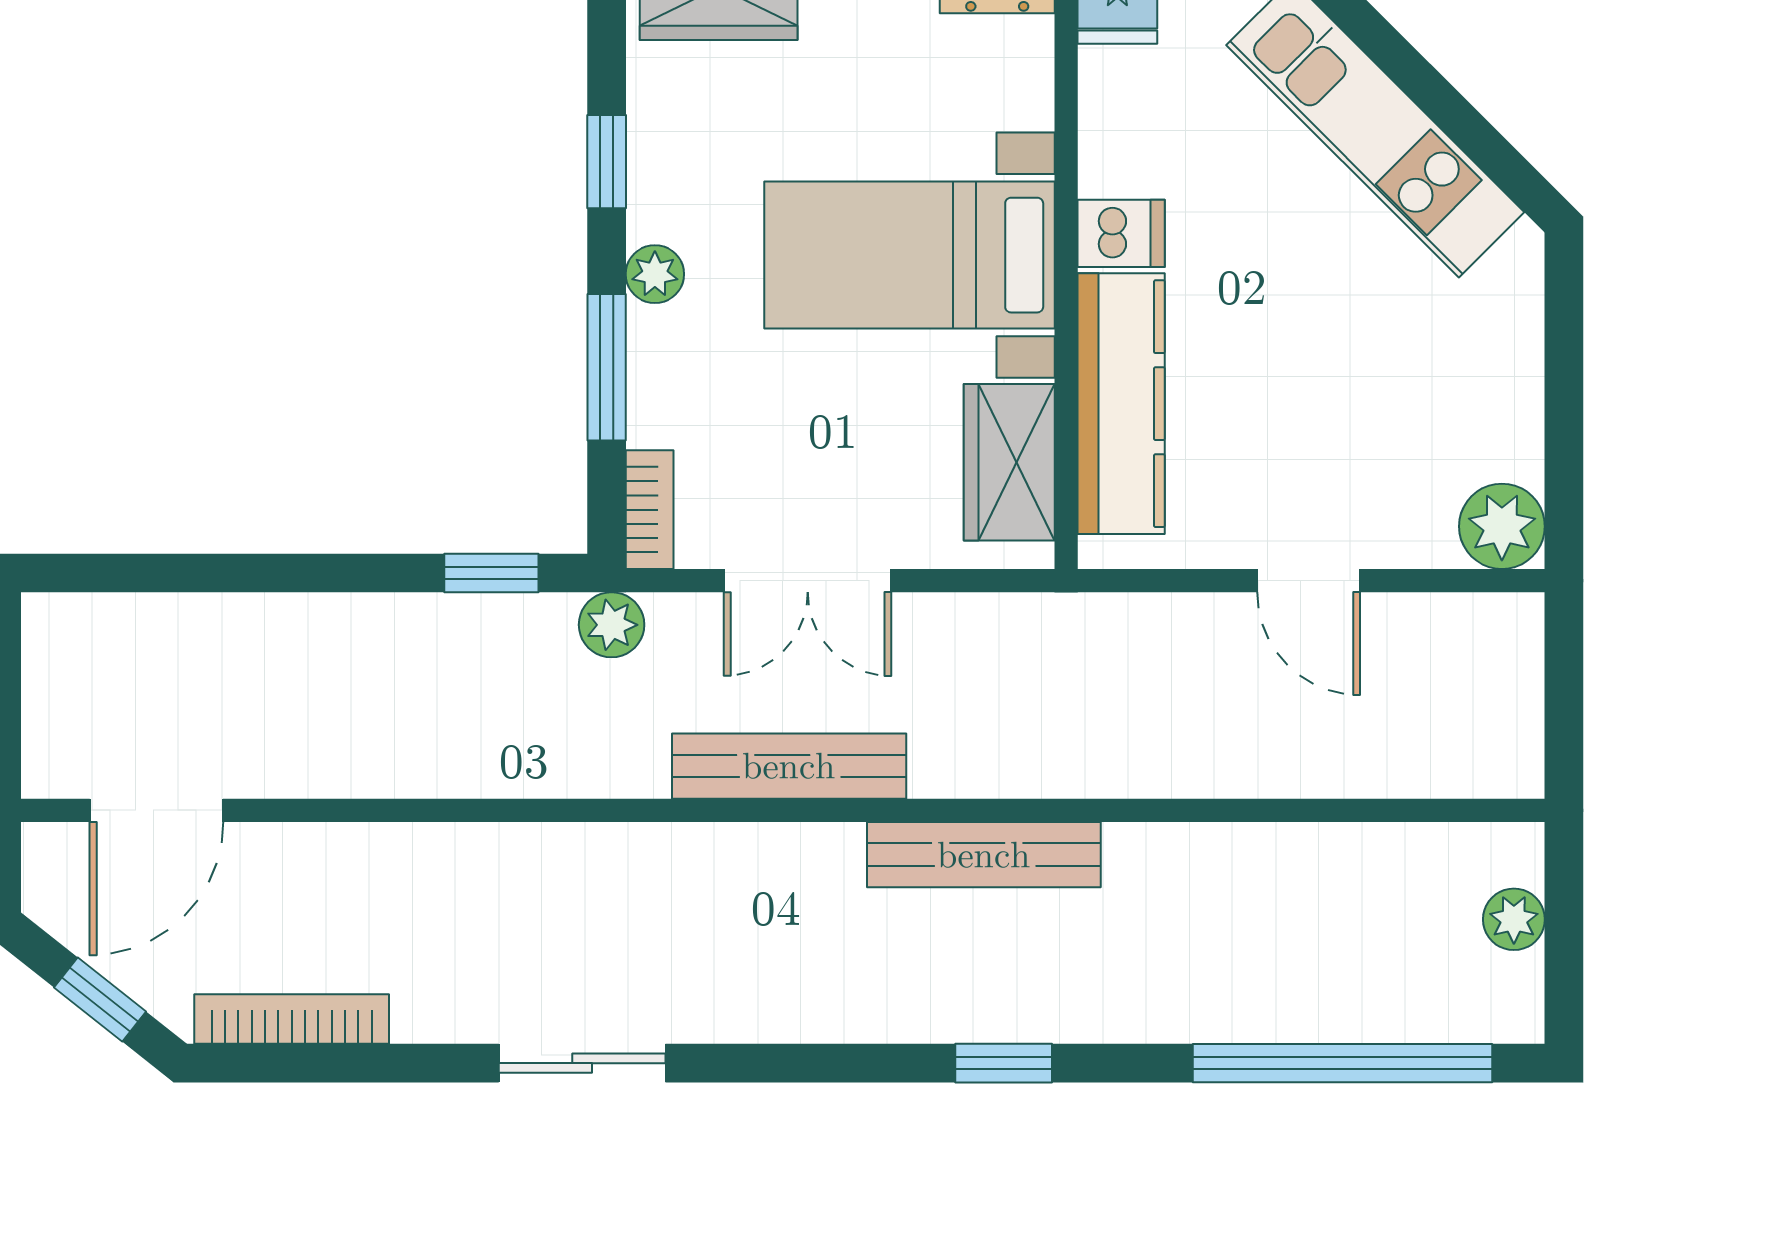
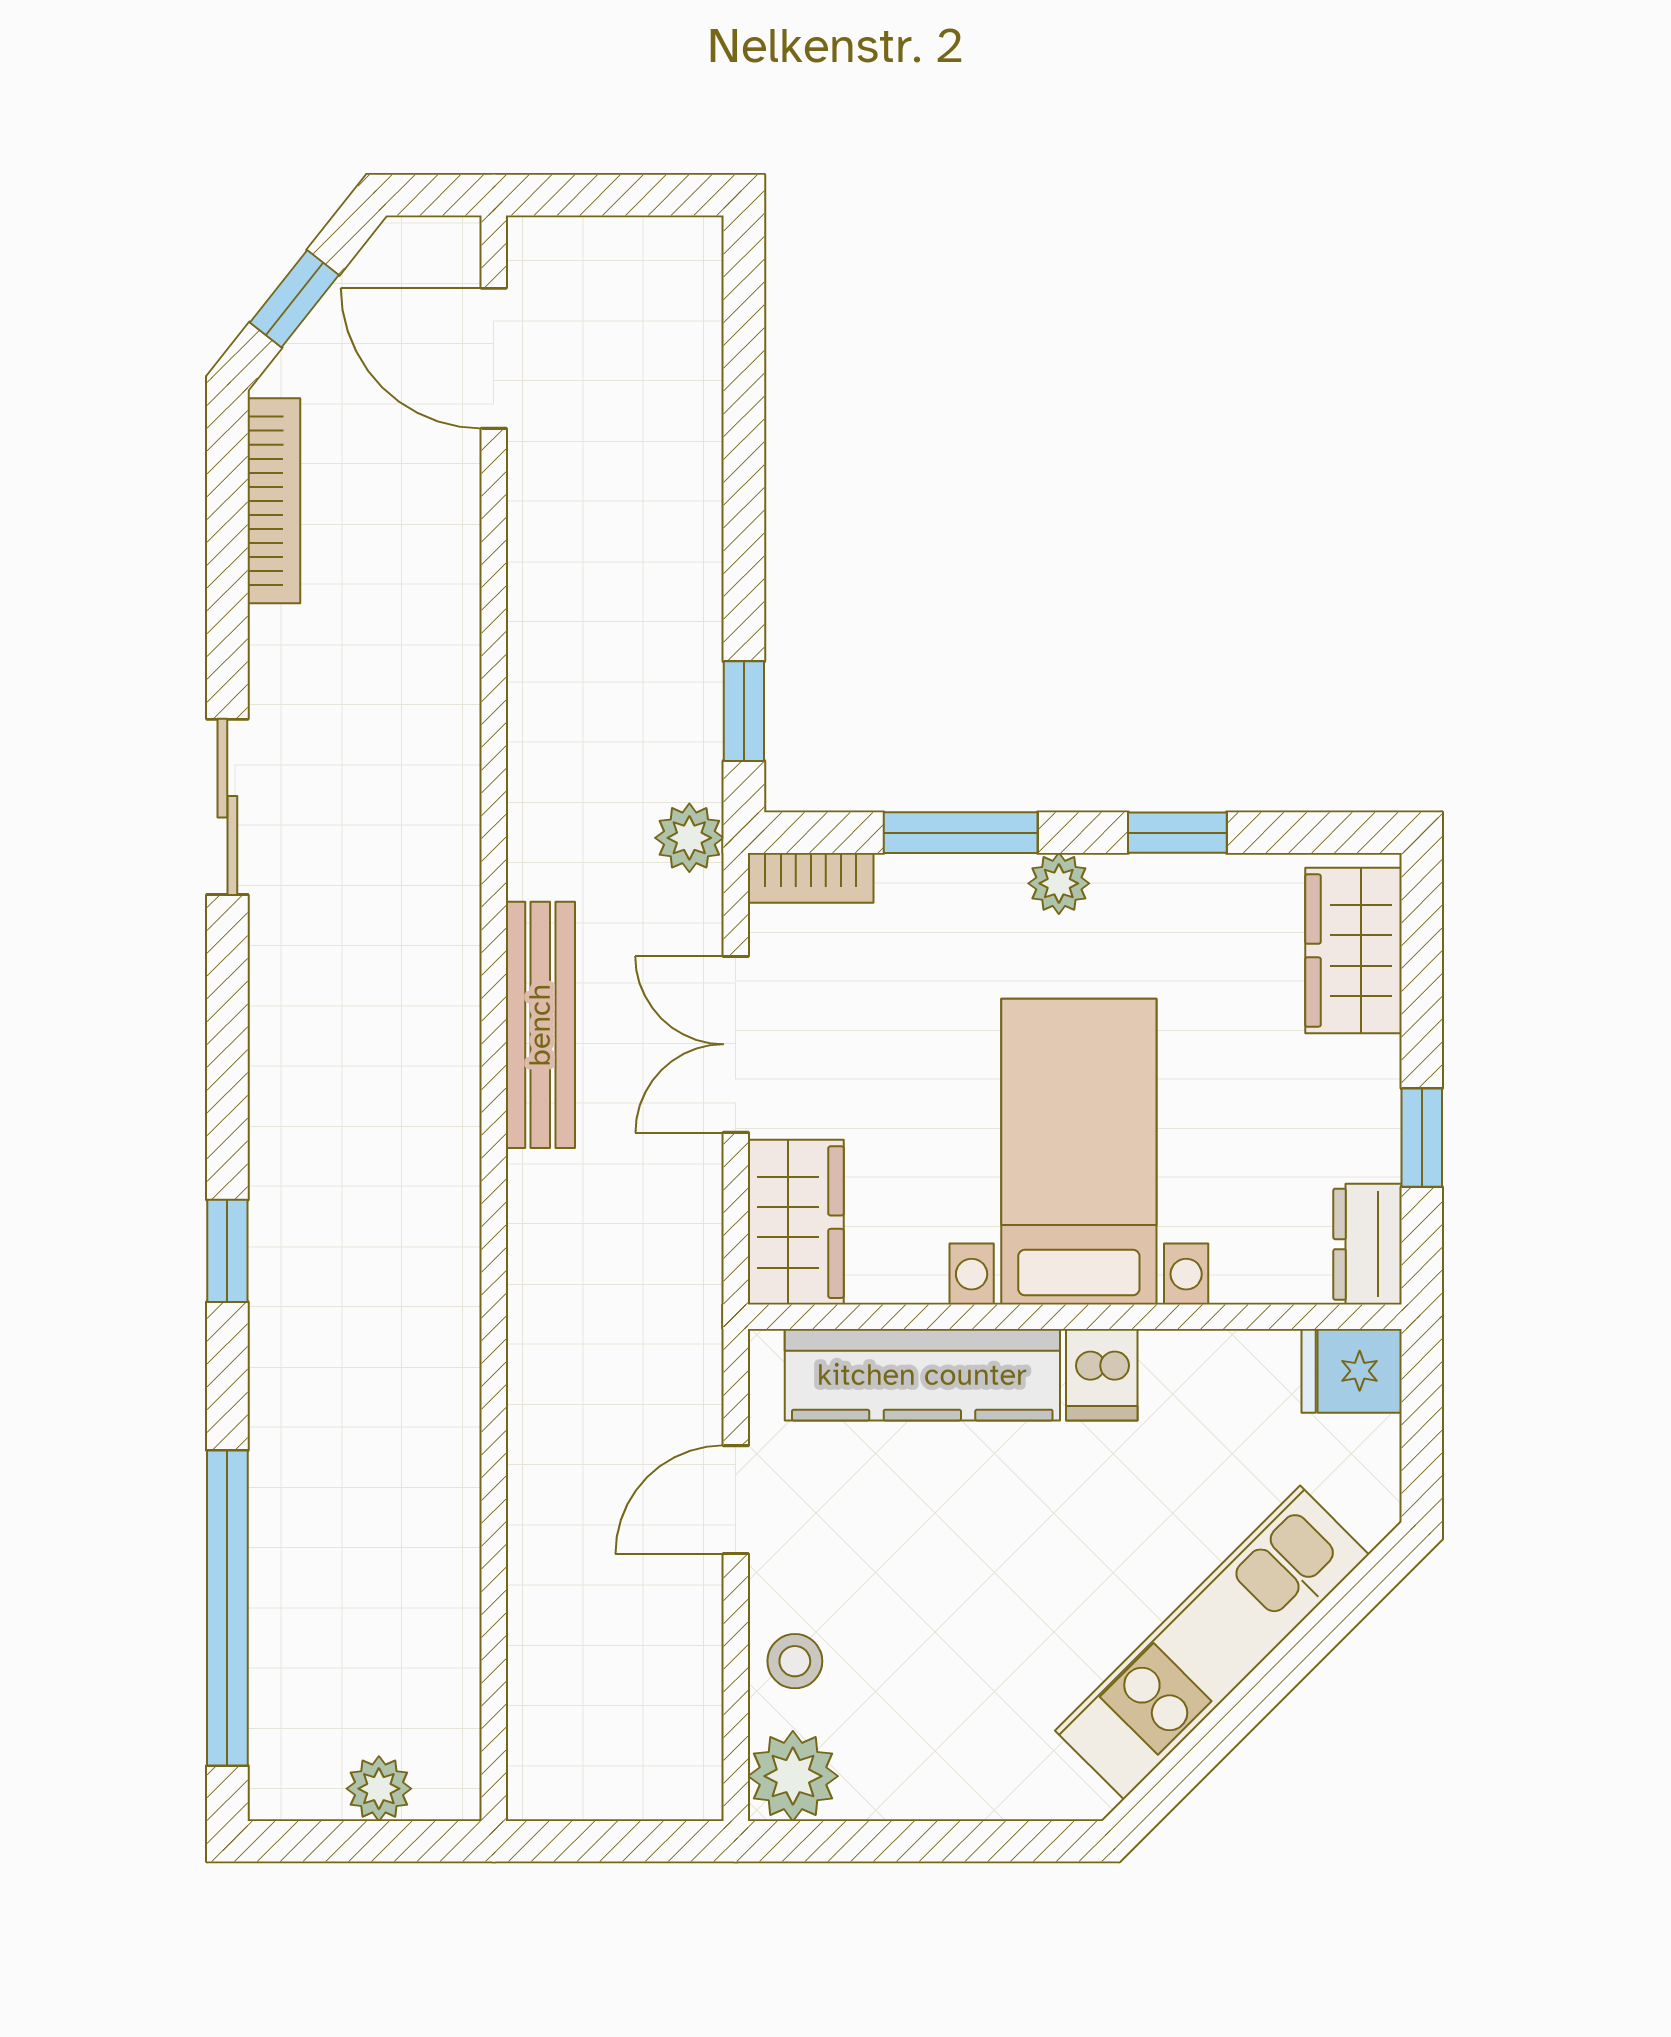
wardrobe: (1009, 462) -> (796, 1222), moved, turned 90
stool: (1393, 525) -> (795, 1661), added
door: (1309, 581) -> (736, 1500), moved
bench: (984, 855) -> (447, 1230), removed

